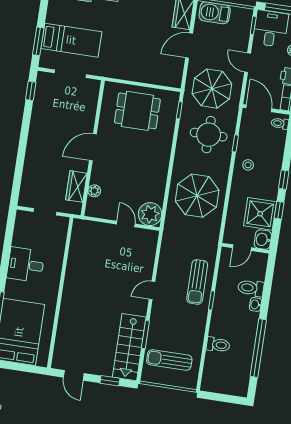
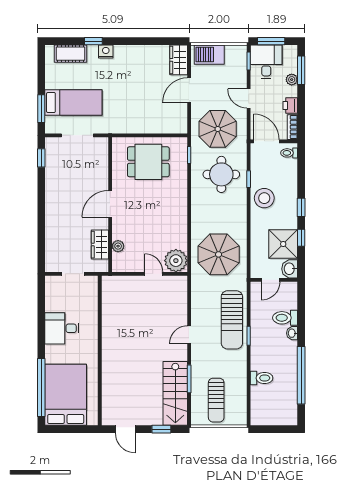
stool: (248, 165) -> (264, 198), width x1.89, depth x1.89
parasol: (197, 196) -> (219, 254), moved
sun lounger: (197, 282) -> (232, 320), width x1.36, depth x1.34
sun lounger: (169, 360) -> (216, 400), turned -90

